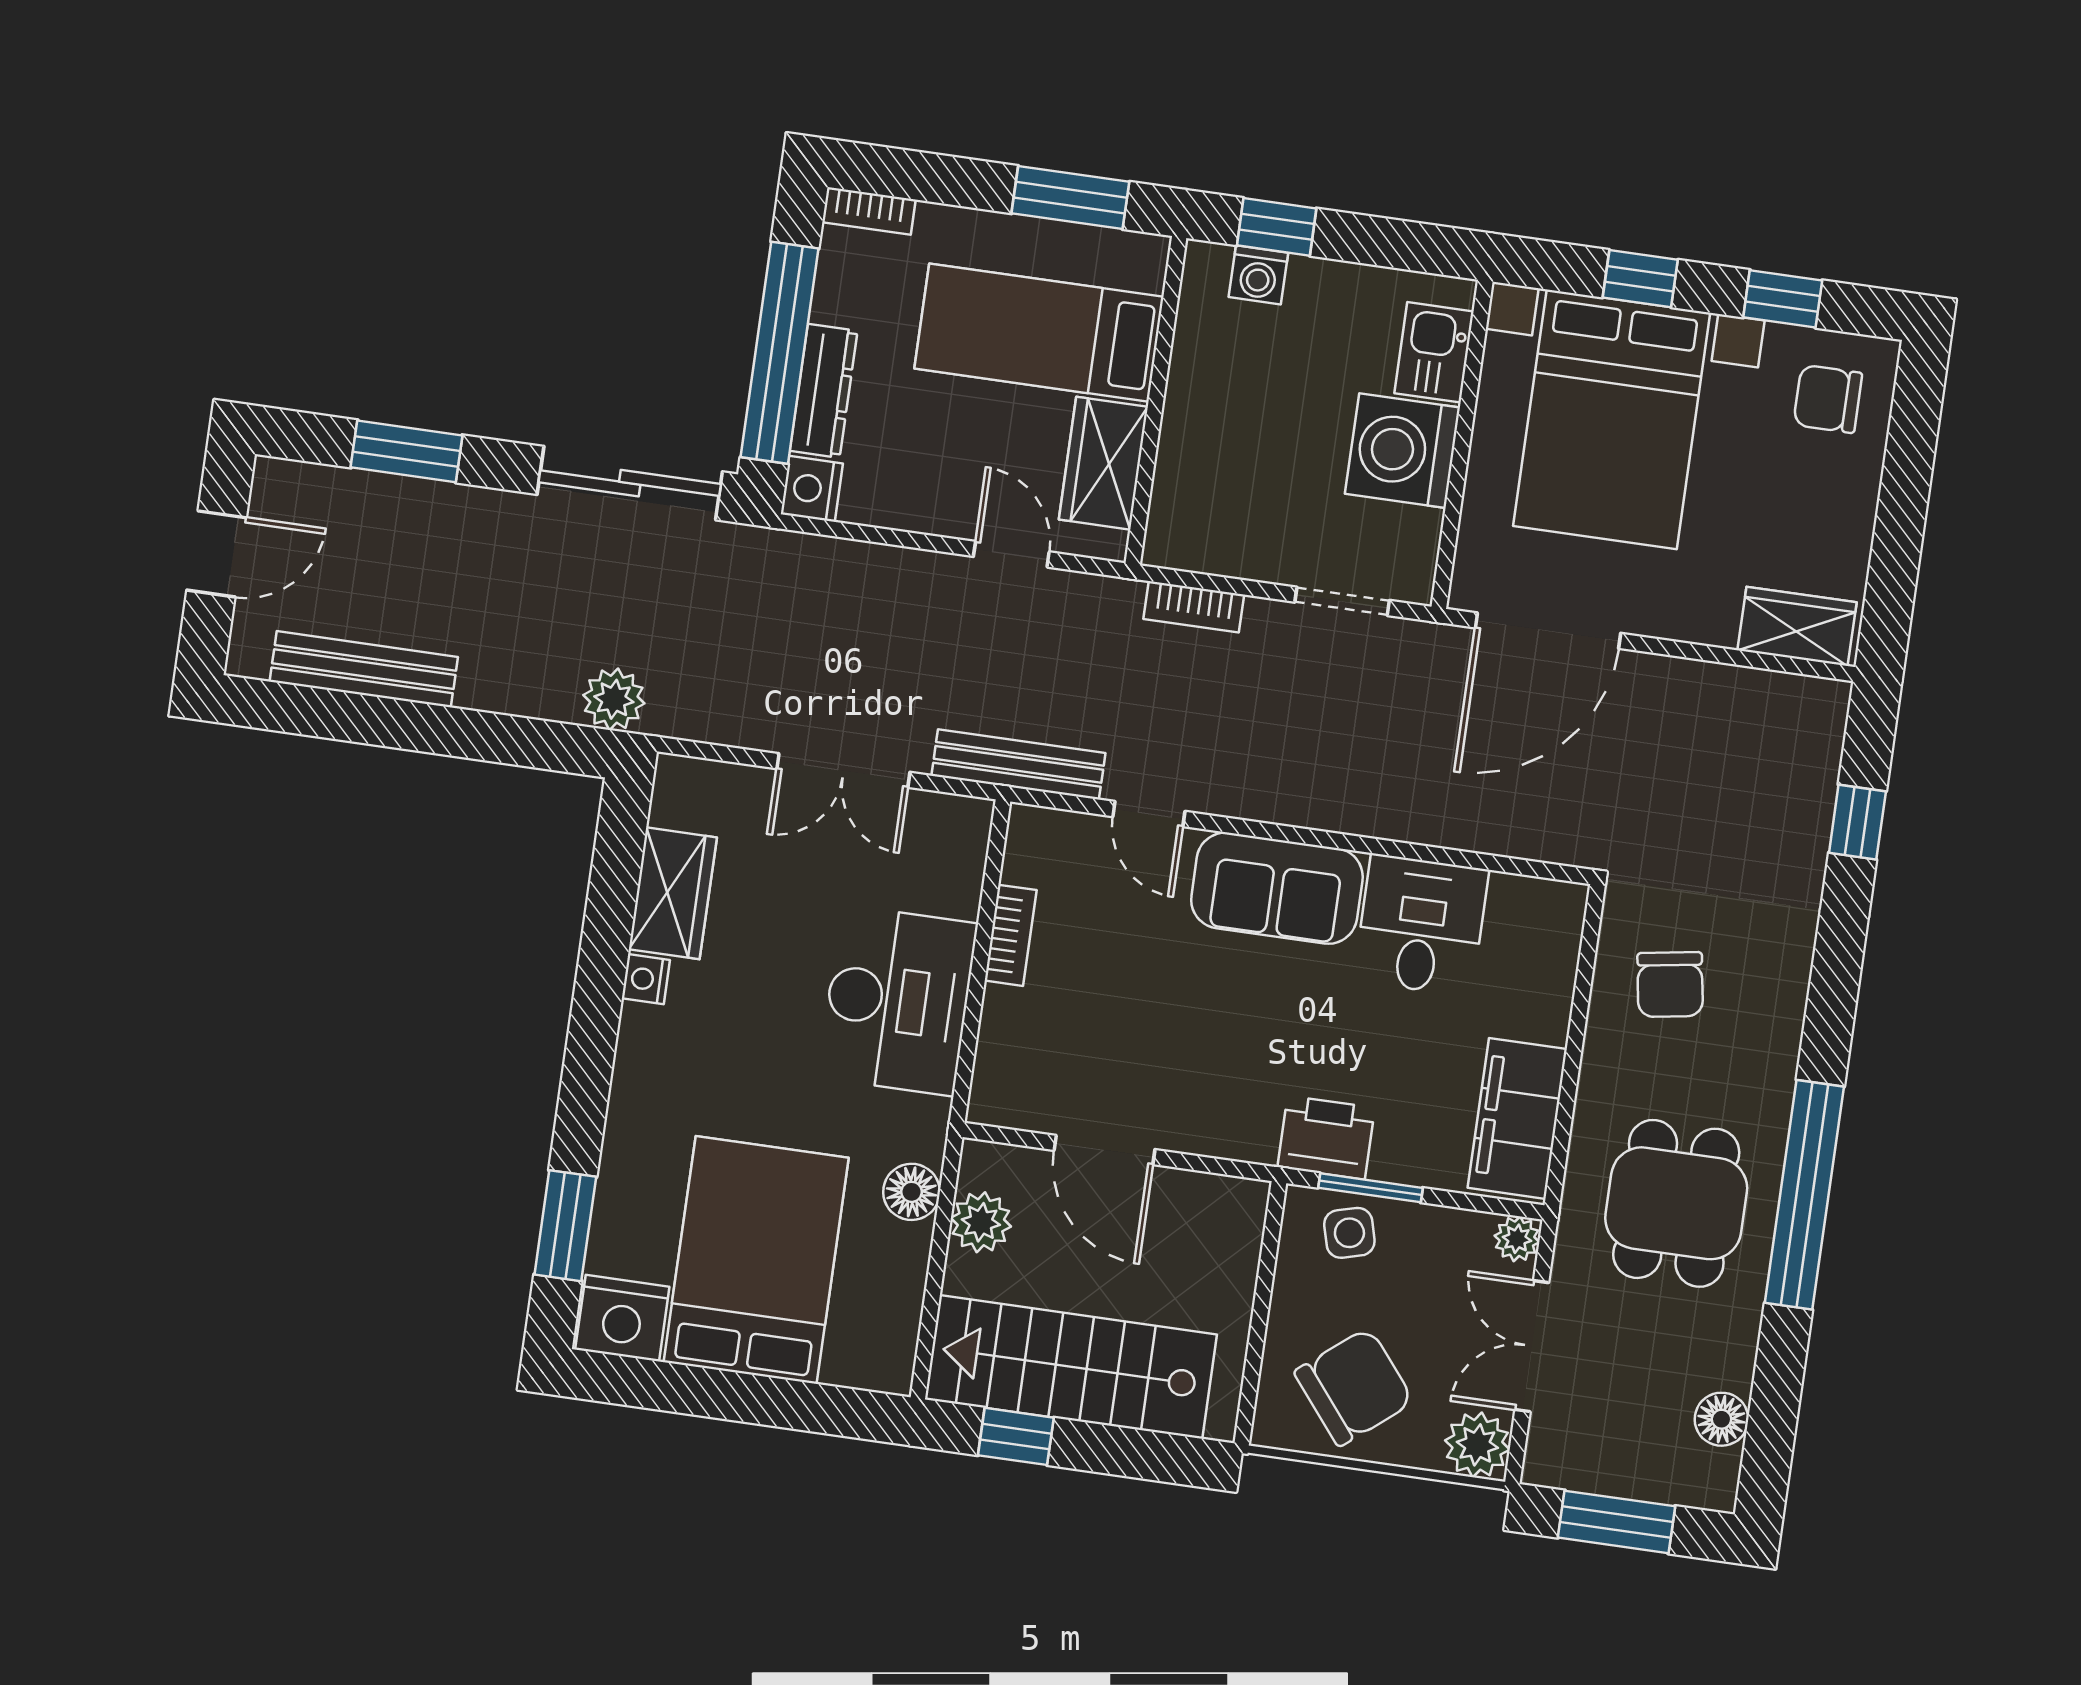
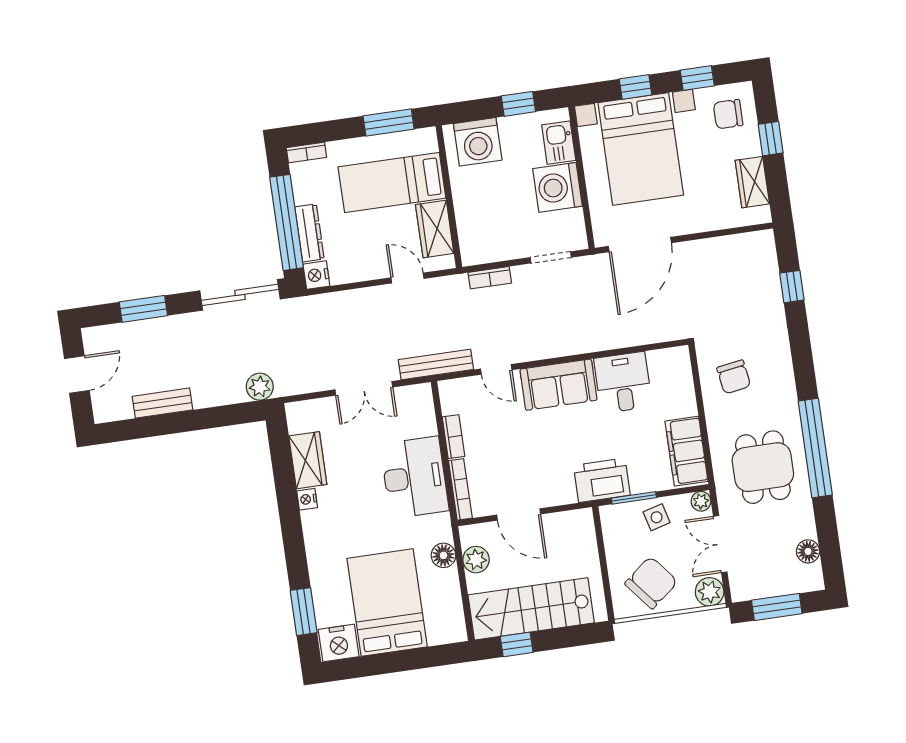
window: (1277, 227) -> (518, 104), moved
washing machine: (1258, 275) -> (478, 142), width x1.89, depth x1.89
window: (1906, 481) -> (771, 139), added
wardrobe: (1797, 626) -> (752, 182), moved, turned -90
bench: (364, 669) -> (163, 403), width x0.73
bookcase: (992, 1057) -> (460, 489), added
printer: (1326, 1138) -> (602, 480), width x1.37, depth x1.19
side table: (1349, 1233) -> (657, 517), moved

